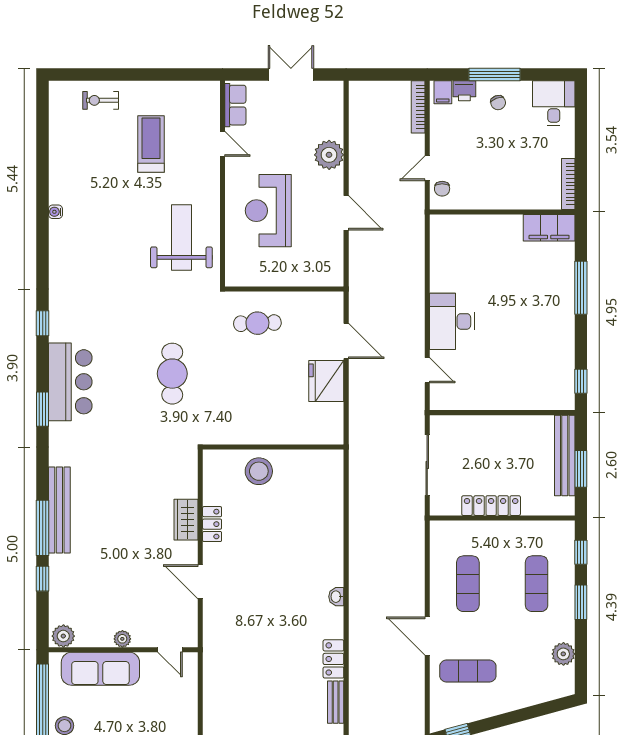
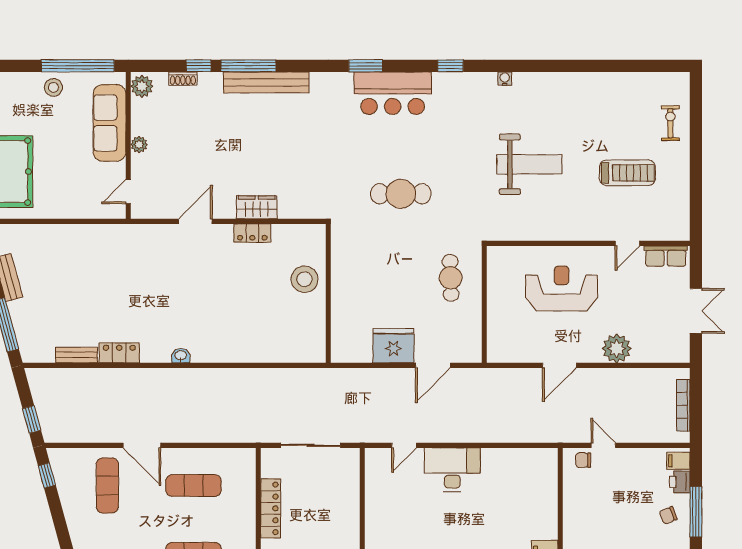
bookcase: (418, 107) -> (683, 405), moved, turned -90
water cooler: (55, 212) -> (505, 79), moved
weight bench: (181, 238) -> (529, 164), moved
shoe rack: (56, 594) -> (183, 79), added
door: (427, 636) -> (142, 445), swing flipped

